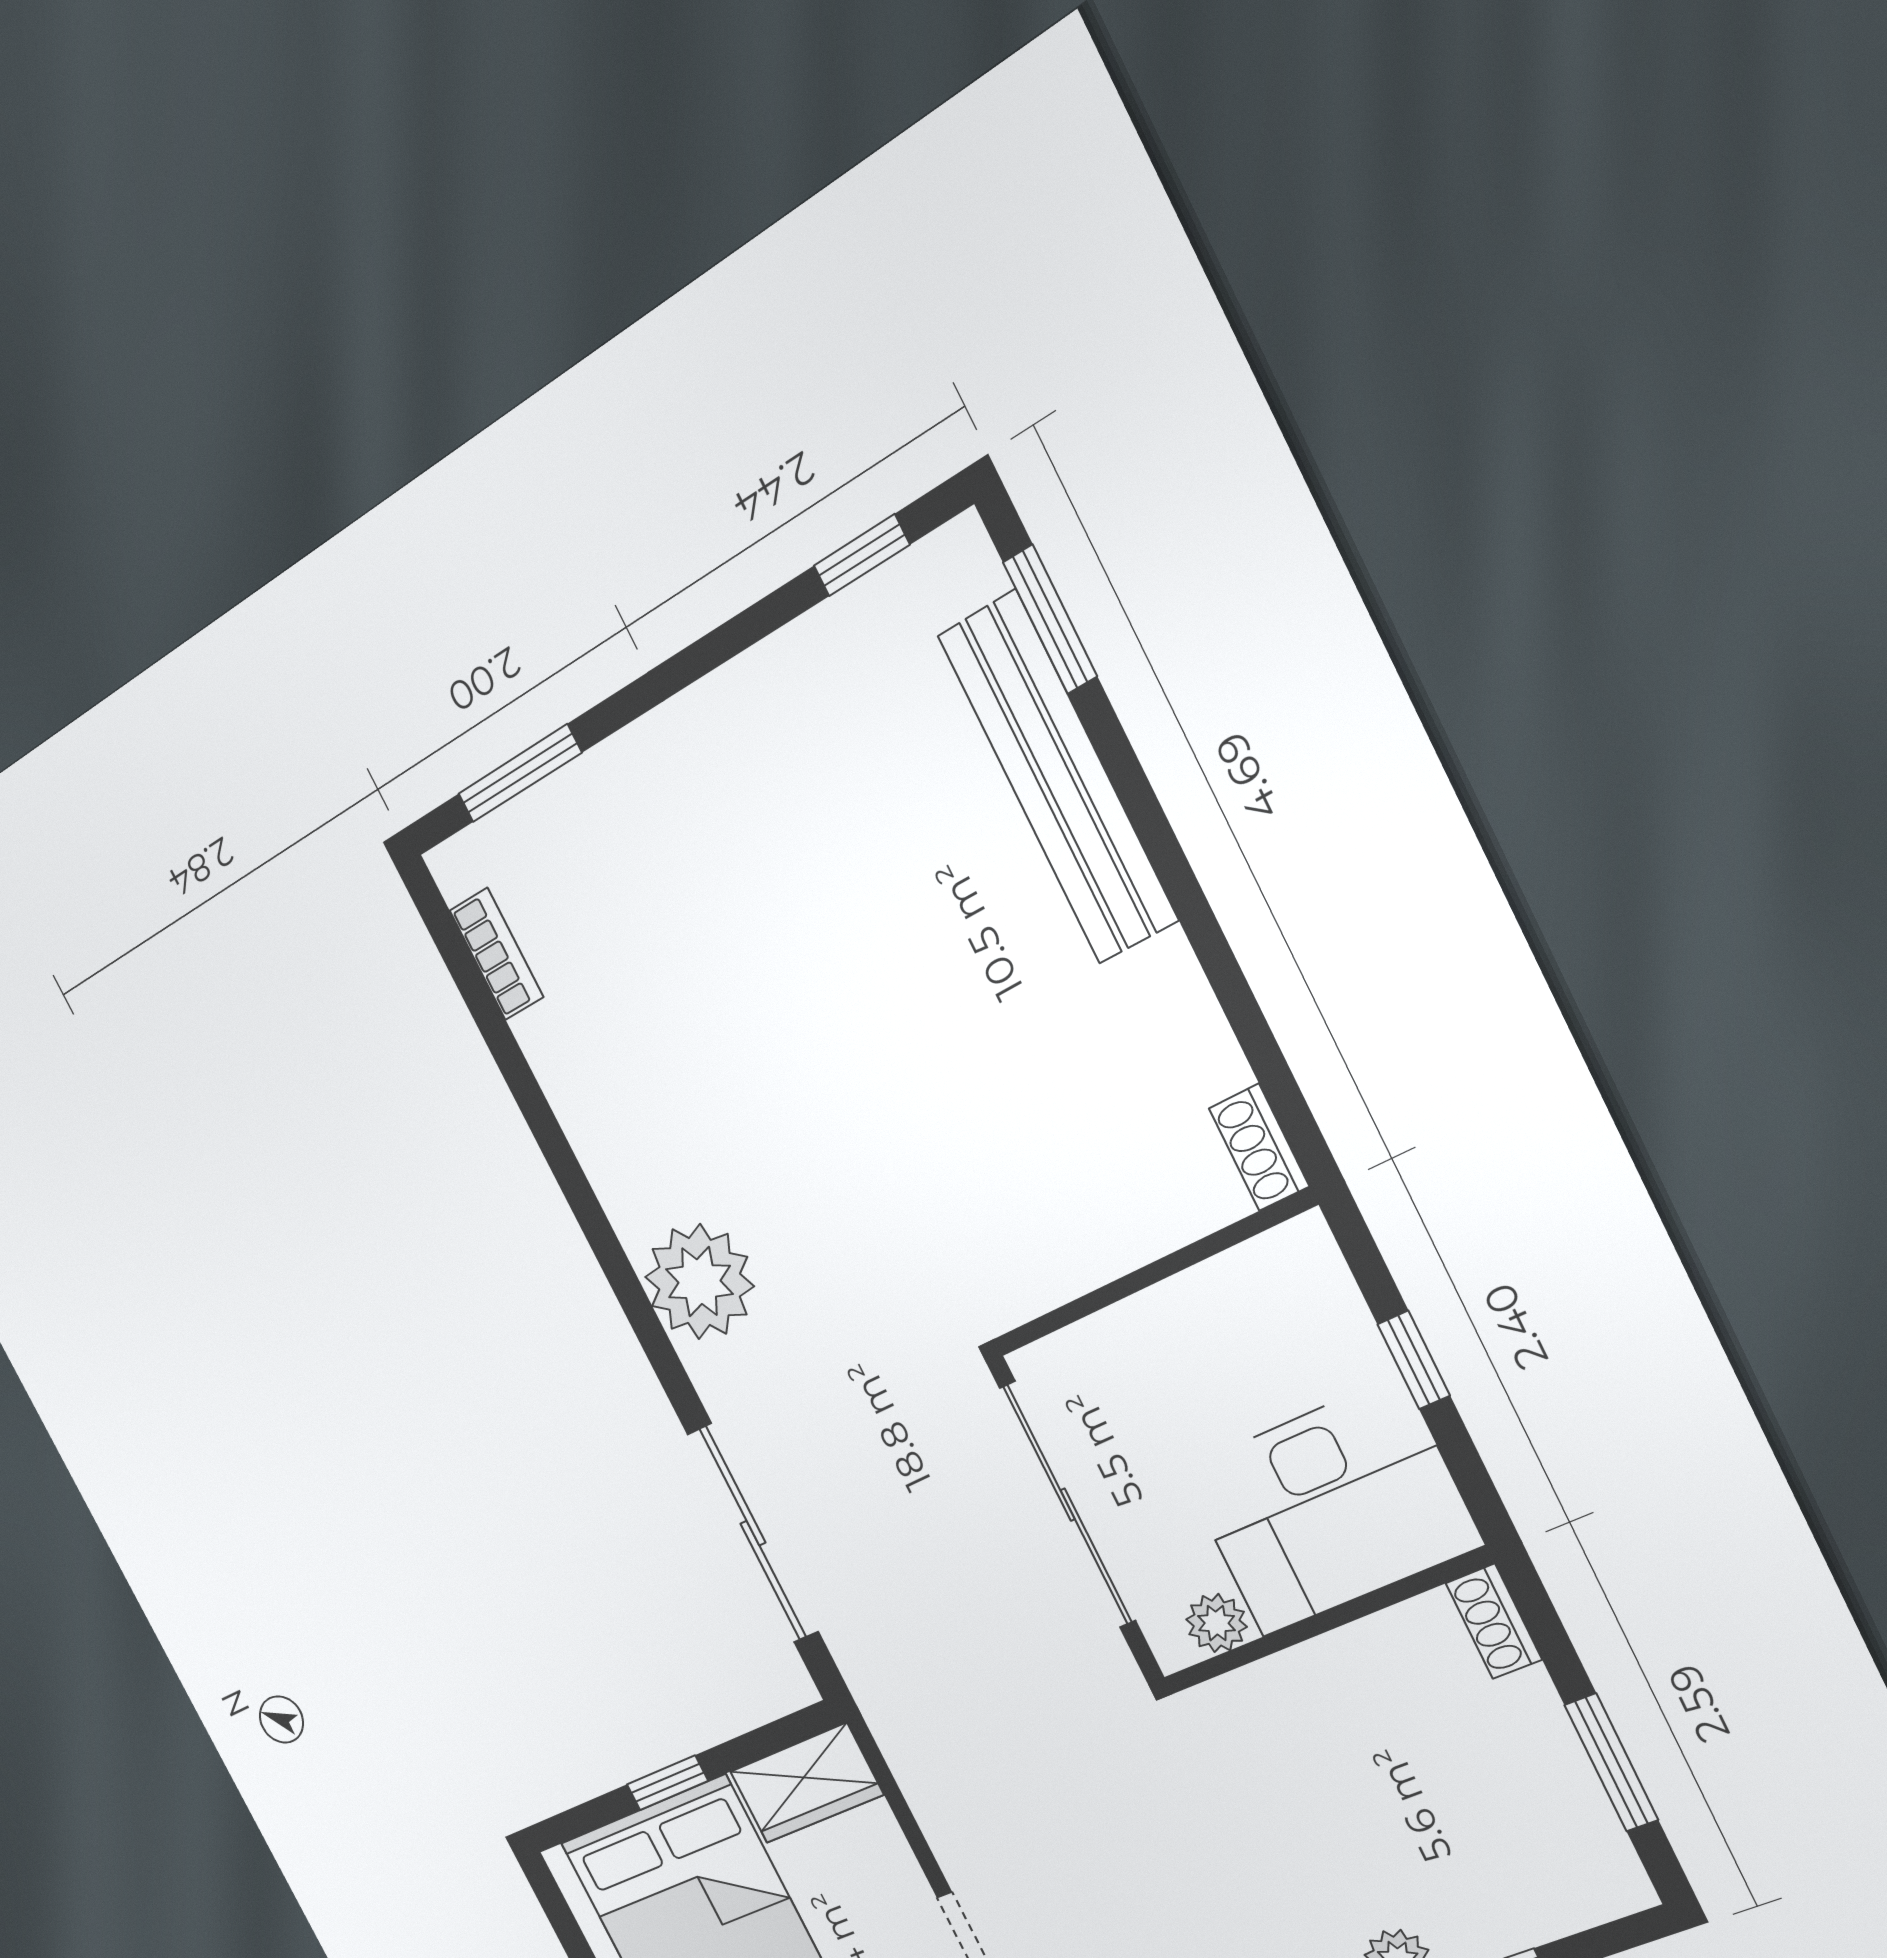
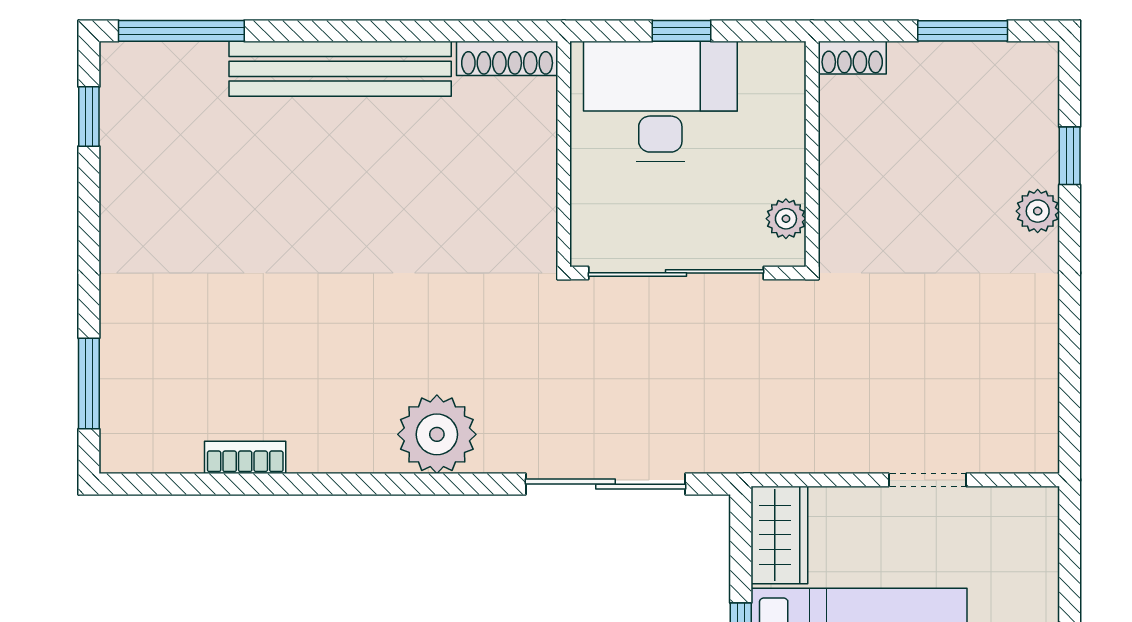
window: (1050, 619) -> (181, 31), width x1.44
bench: (1058, 778) -> (340, 69), moved
bookcase: (496, 954) -> (245, 457), moved
shoe rack: (1259, 1147) -> (507, 58), width x1.43
desk: (1331, 1507) -> (660, 102), moved, turned -90

